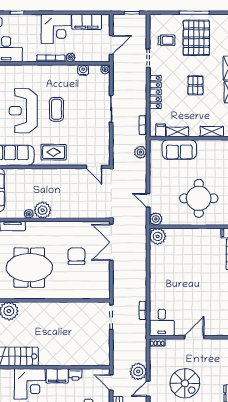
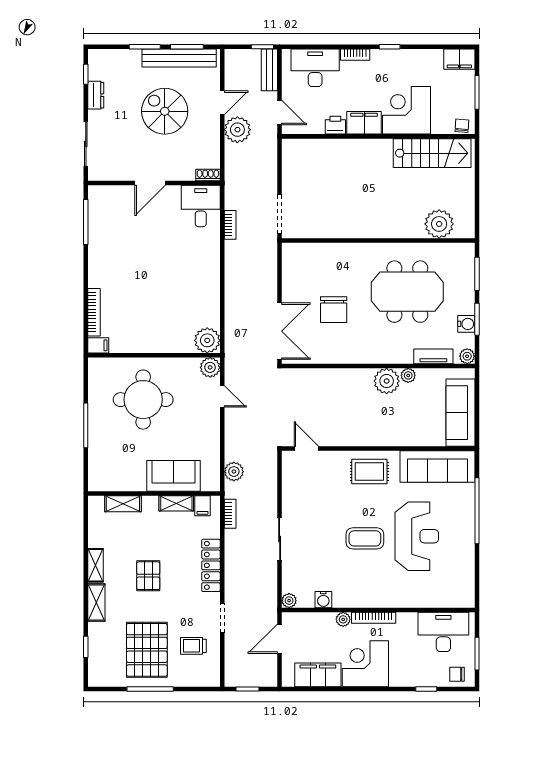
coffee table: (57, 109) -> (365, 538), turned 90

